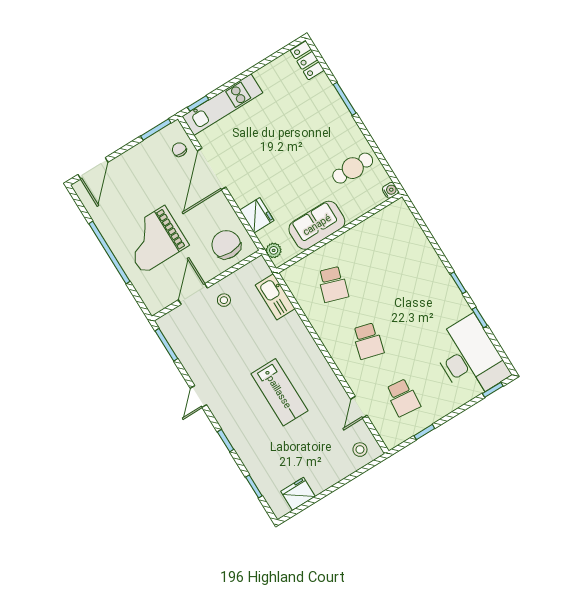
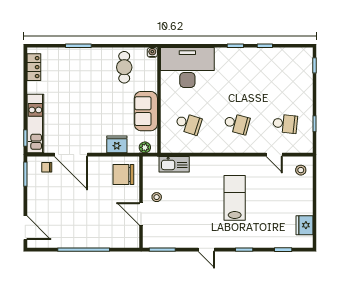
locker: (307, 60) -> (34, 67), moved, turned -90
grand piano: (154, 240) -> (93, 217), removed
desk: (470, 358) -> (187, 68), moved
lab bench: (279, 392) -> (235, 198), turned -90

